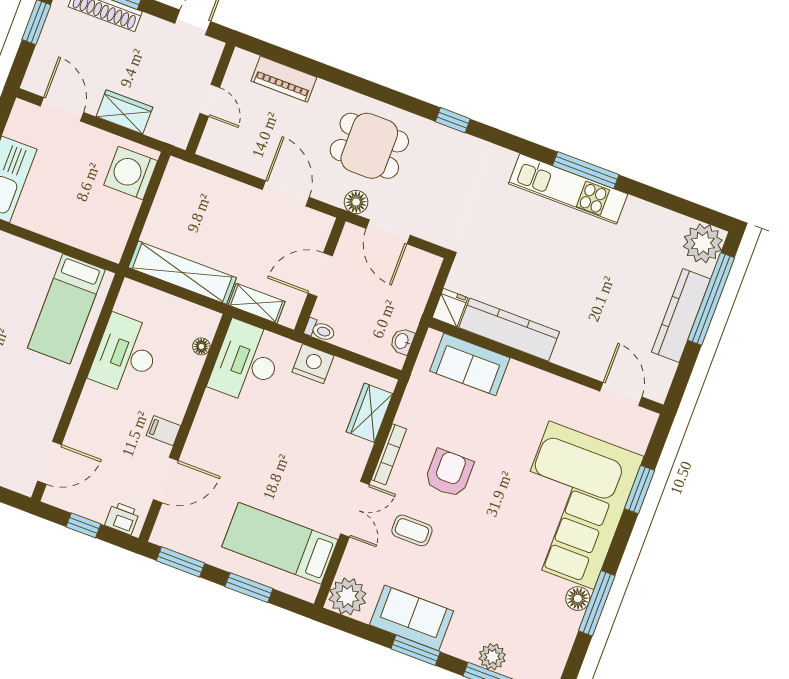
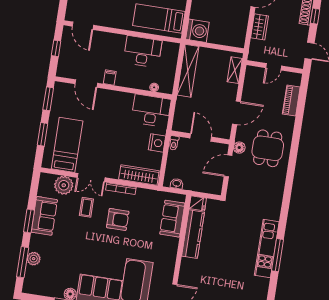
window: (453, 120) -> (288, 186), removed
washing machine: (131, 173) -> (197, 31), moved, turned 90
shelving: (257, 303) -> (235, 70), moved
wardrobe: (369, 413) -> (139, 175), width x1.50
printer: (122, 518) -> (63, 66), removed
plant: (348, 596) -> (64, 185), moved

